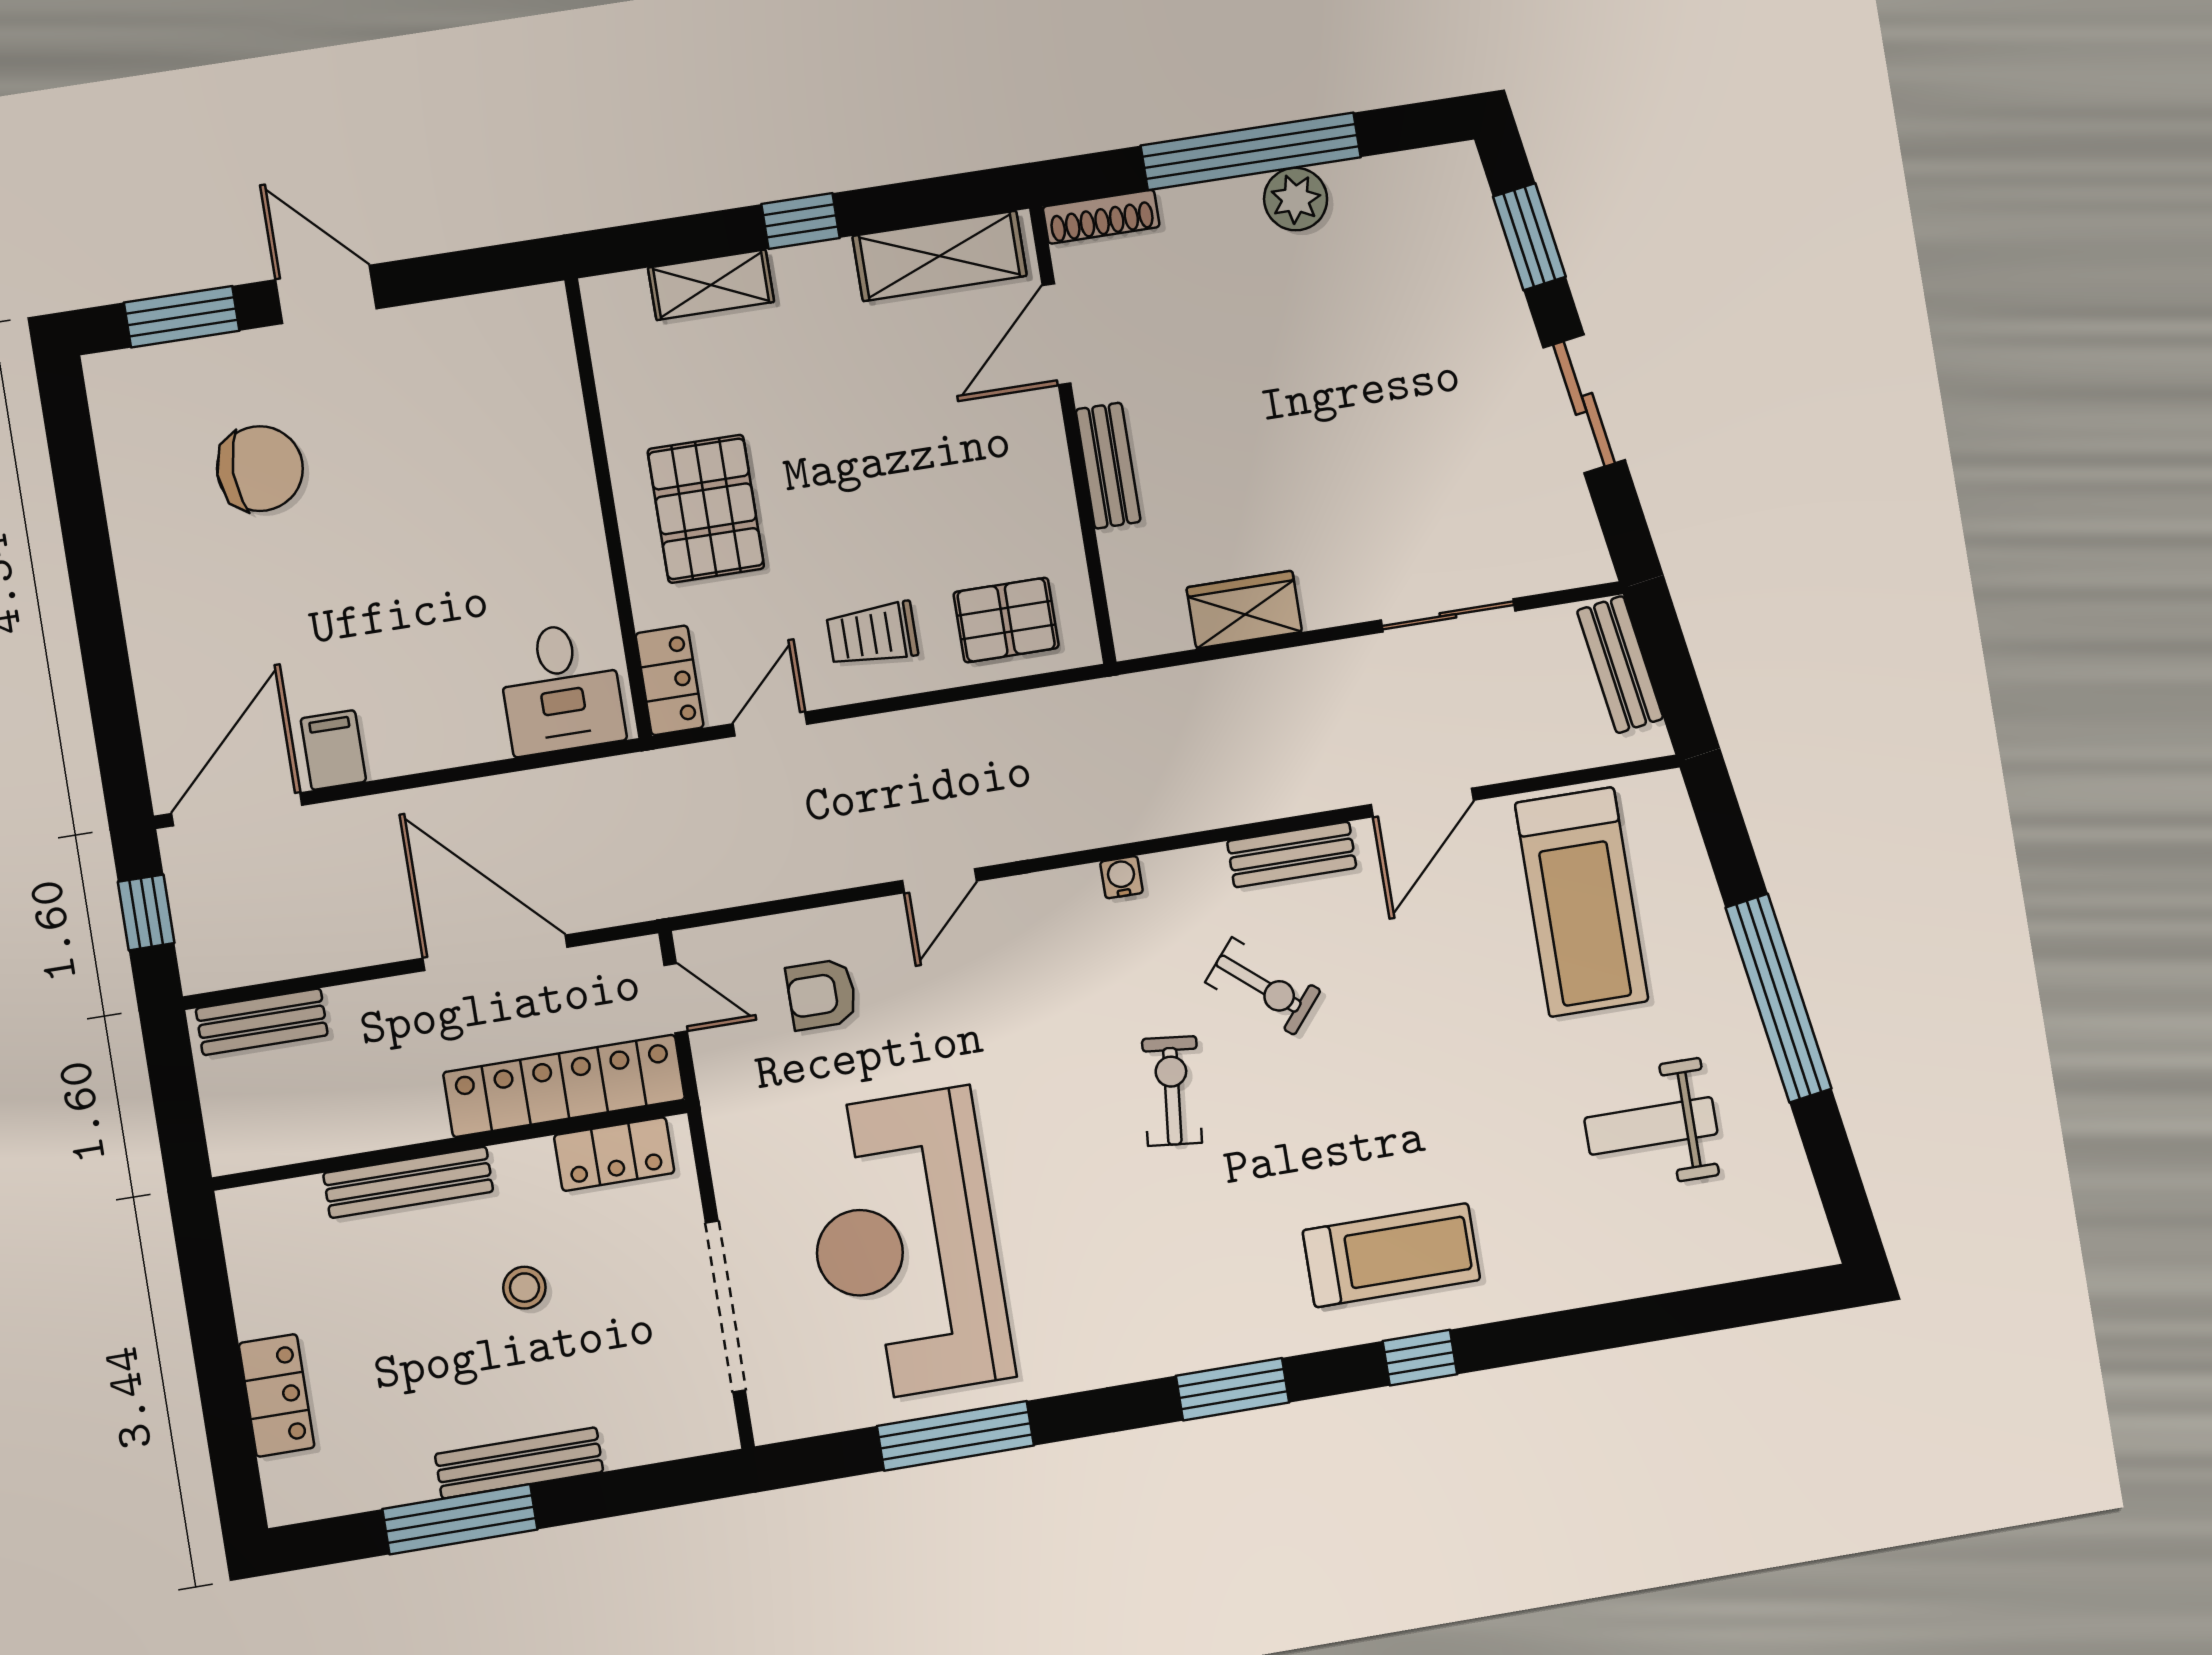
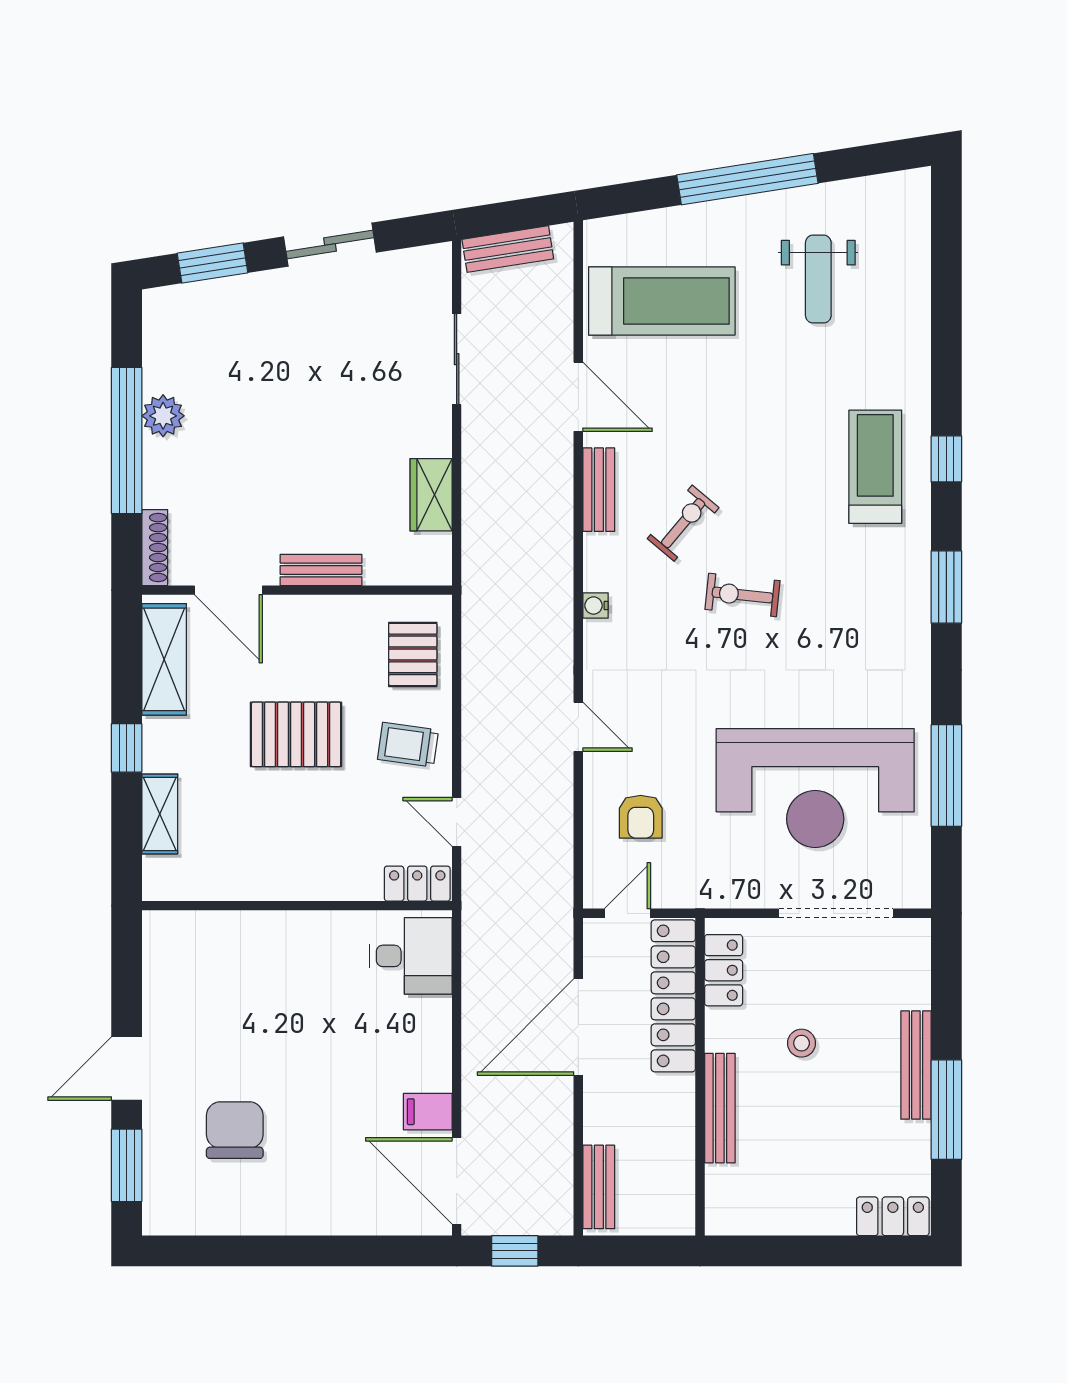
pallet: (706, 509) -> (296, 734), moved
trolley: (872, 634) -> (408, 745), turned 98
locker: (277, 1395) -> (893, 1216), moved

